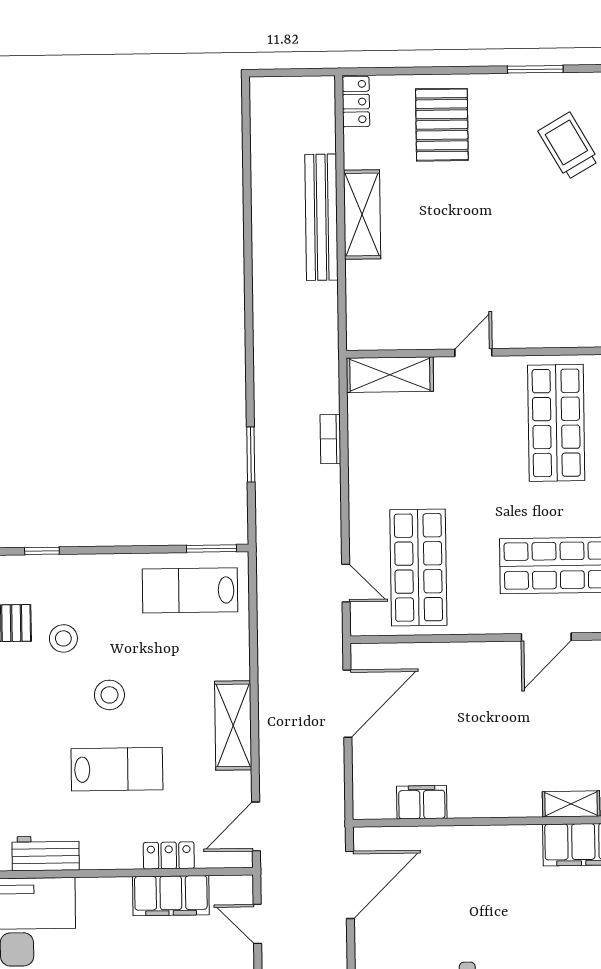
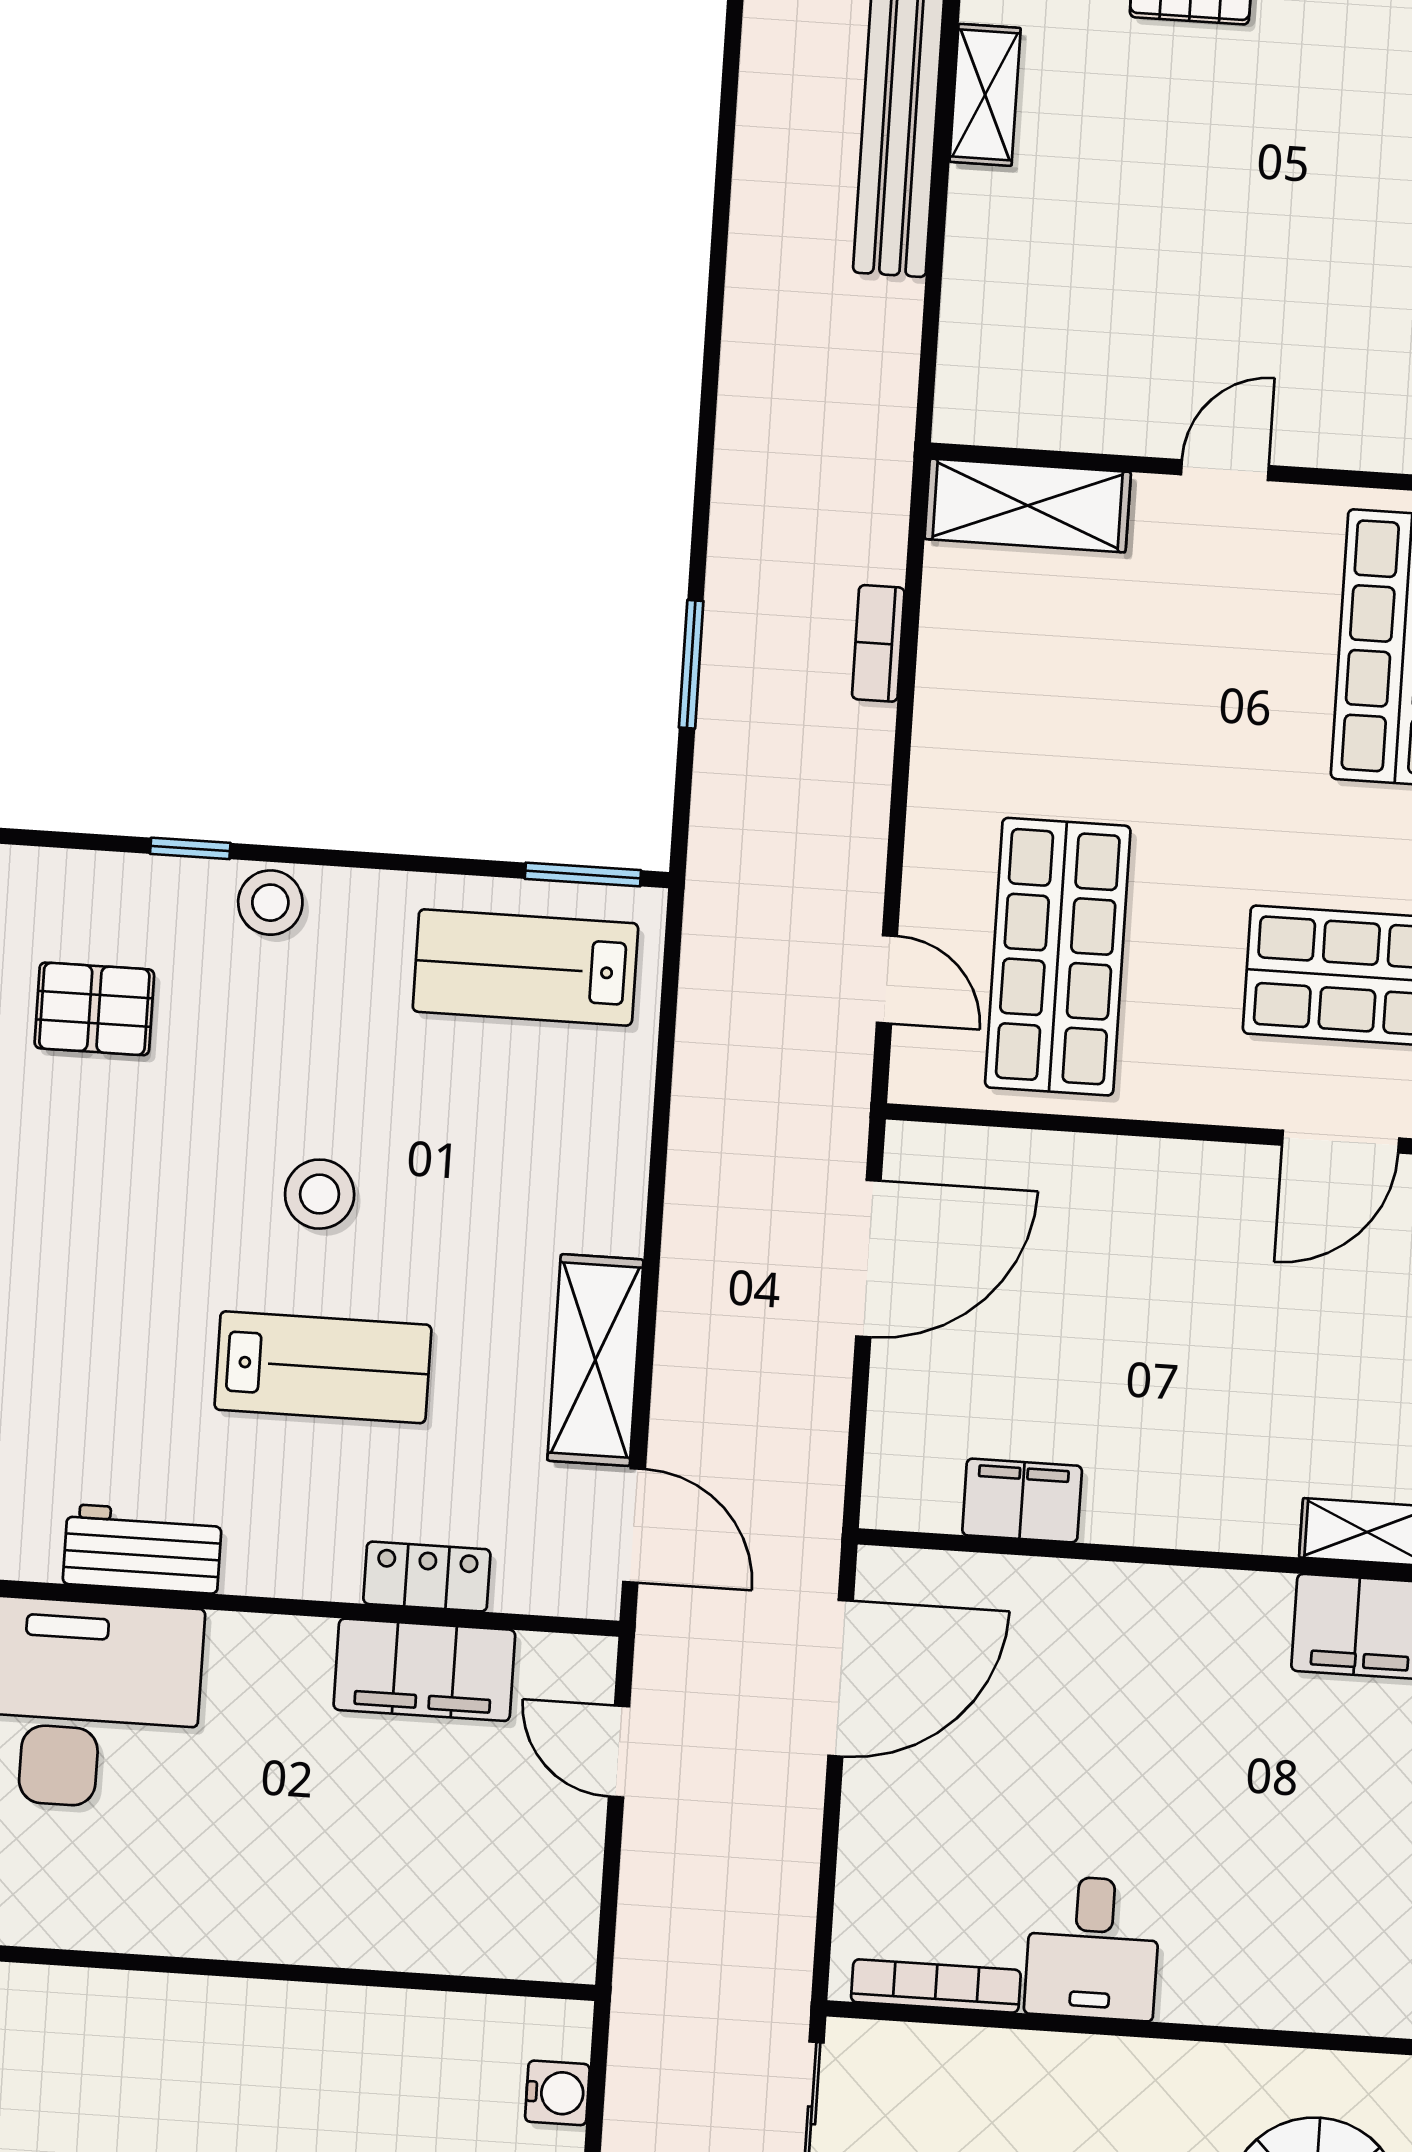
shelving: (362, 215) -> (985, 95), width x0.67, depth x0.75
stool: (63, 638) -> (270, 903), moved
shelving: (233, 725) -> (595, 1360), moved
door: (256, 826) -> (634, 1526), swing flipped

